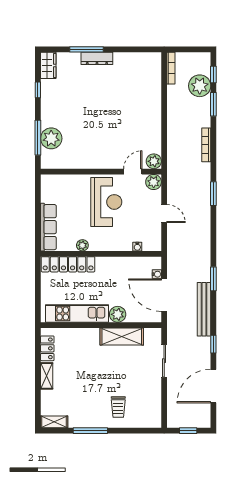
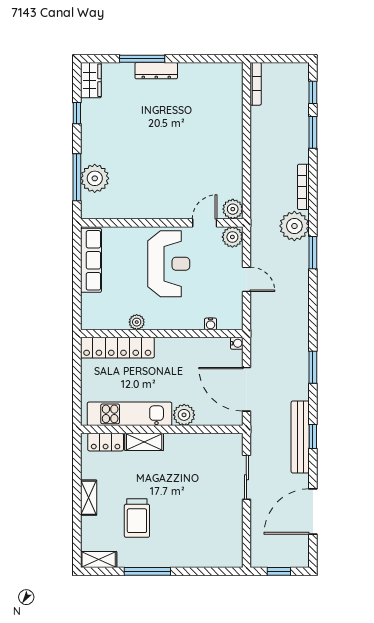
plant: (200, 86) -> (294, 226), moved
row of seats: (48, 227) -> (91, 260), moved
water cooler: (157, 274) -> (237, 343), moved
bench: (204, 309) -> (300, 437), moved
shelving: (122, 336) -> (144, 442), moved, width x0.67, depth x0.75
window: (213, 344) -> (313, 436), moved
locker: (47, 348) -> (106, 442), moved, turned 90
trolley: (118, 407) -> (137, 518), moved, width x1.36, depth x1.39

